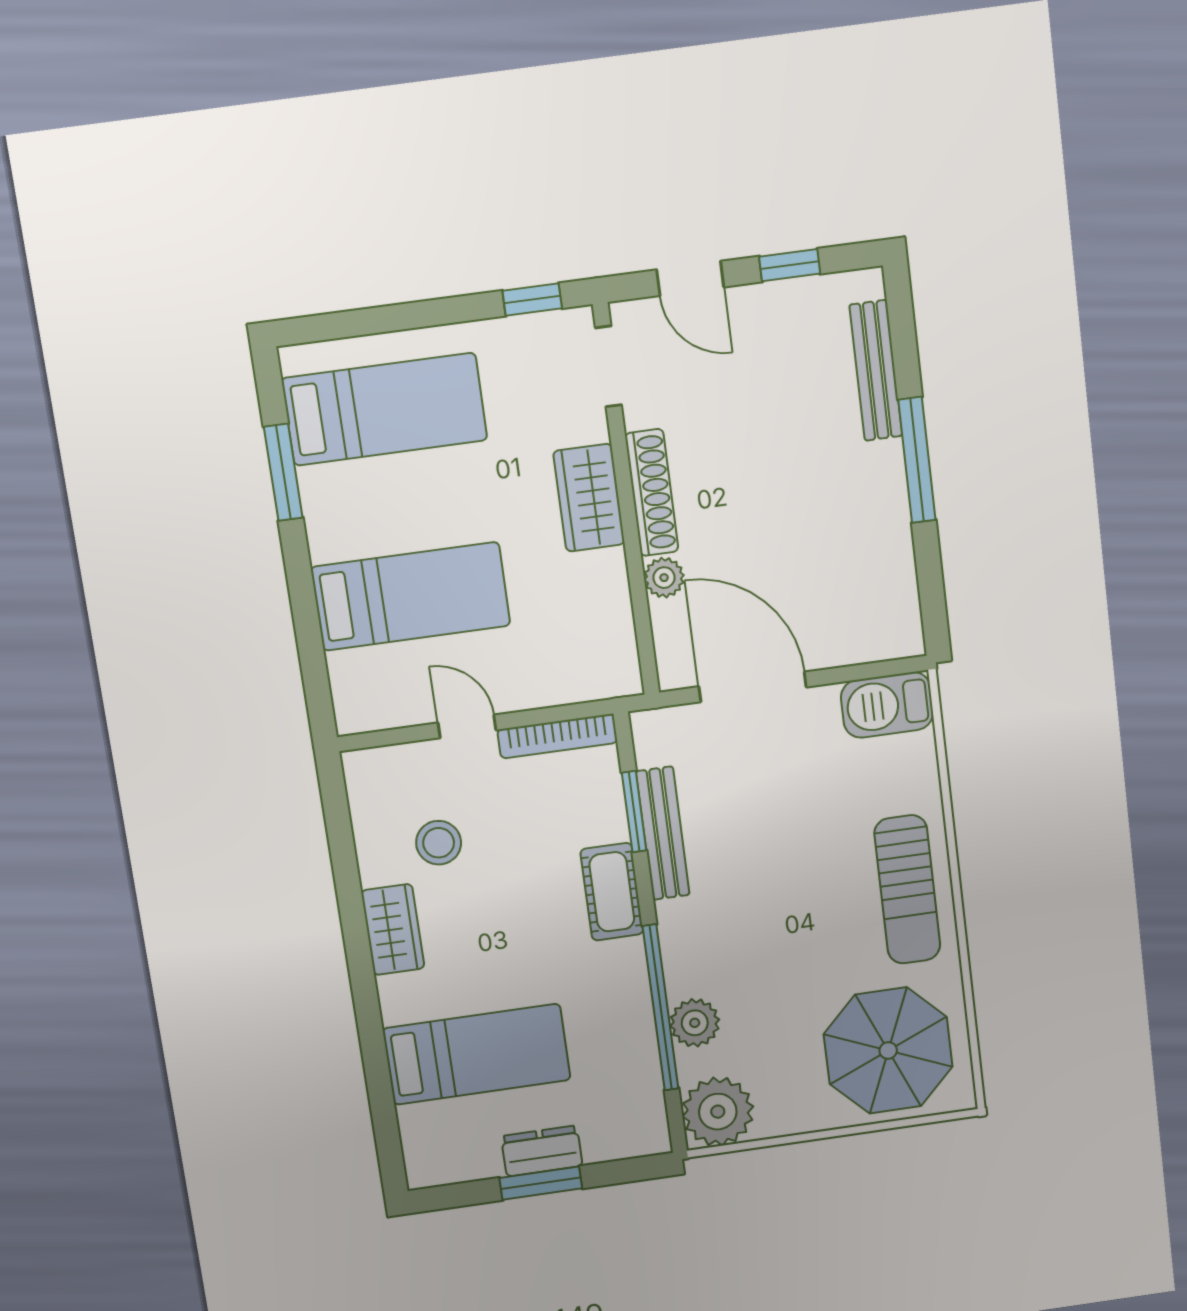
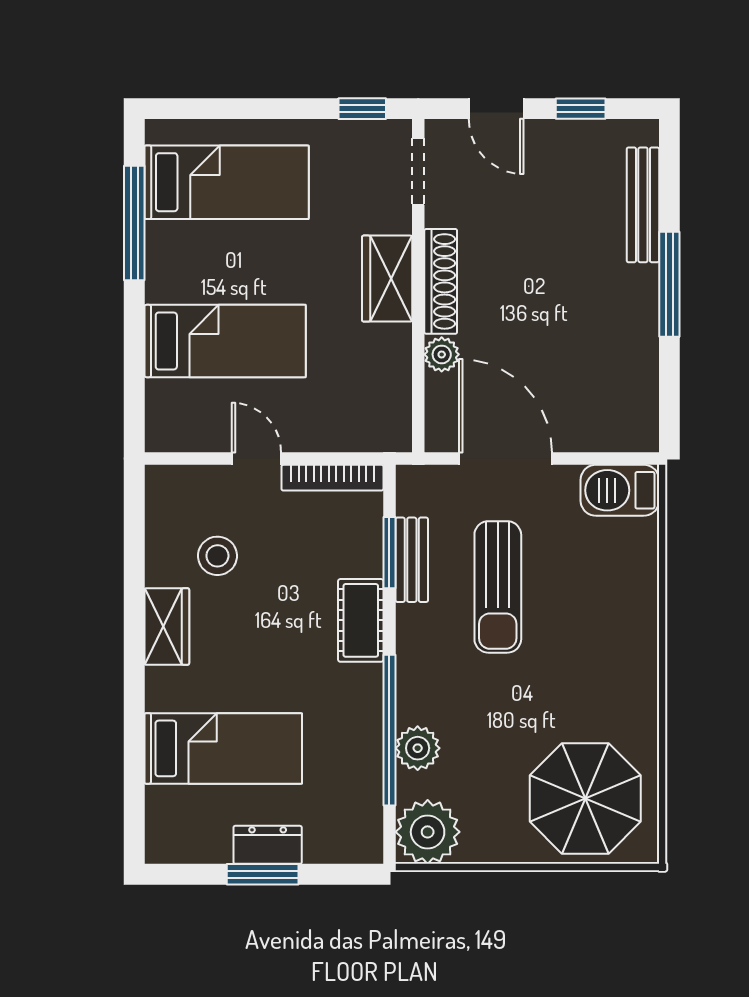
window: (283, 472) -> (134, 223), width x1.44
bench: (663, 833) -> (412, 560), width x0.73
sun lounger: (907, 890) -> (498, 587), moved

